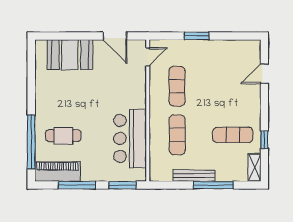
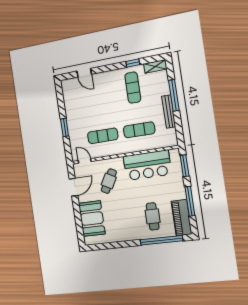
cafe table: (117, 85) -> (109, 181), added

